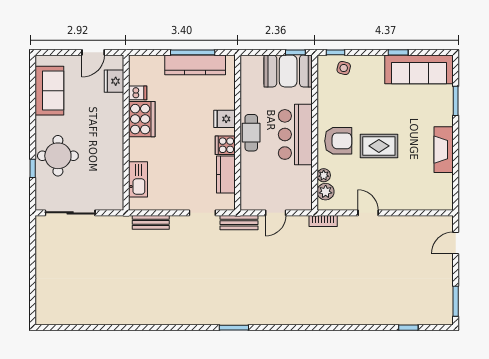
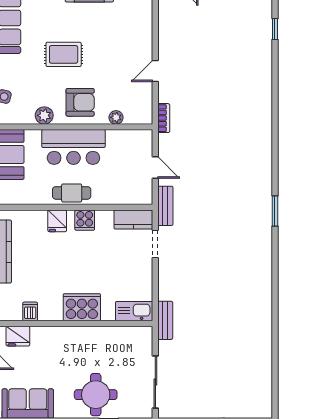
cooker: (142, 119) -> (82, 307), moved
armchair: (338, 141) -> (80, 102), turned 90
rug: (379, 146) -> (64, 54), moved, turned 90
kitchen counter: (226, 174) -> (133, 219), moved
kitchen sink: (138, 179) -> (134, 311), moved
plant: (326, 192) -> (44, 115), moved
bench: (151, 222) -> (165, 320), moved

